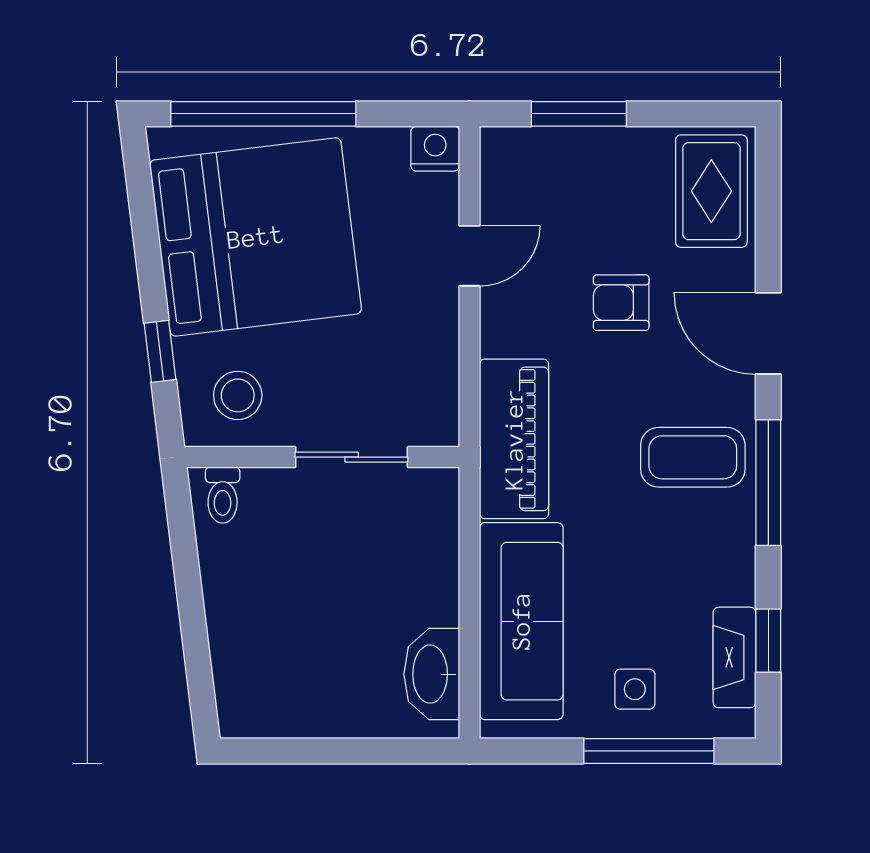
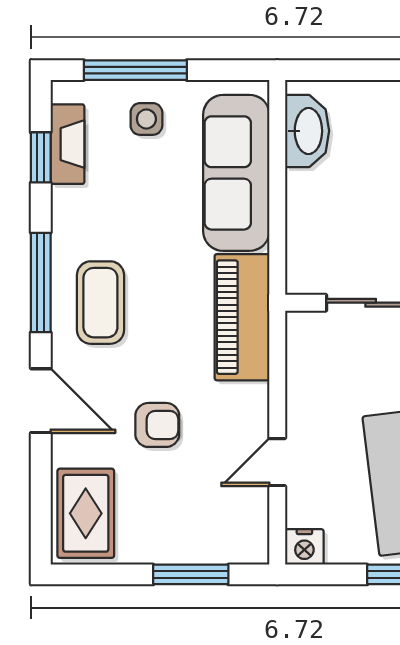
coffee table: (693, 457) -> (100, 303), turned 90

